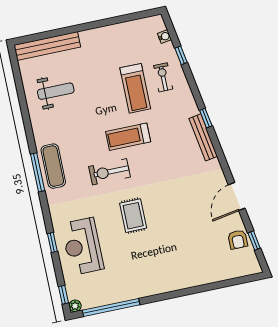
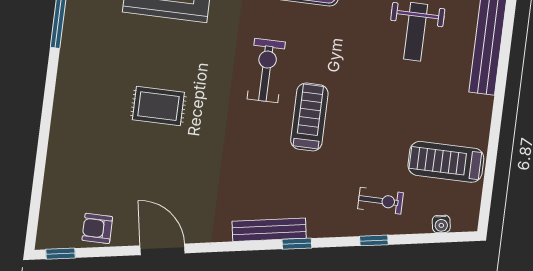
window: (181, 55) -> (374, 240), moved
treadmill: (135, 88) -> (446, 162), moved
rug: (133, 216) -> (158, 106), moved
window: (254, 240) -> (60, 254), moved

